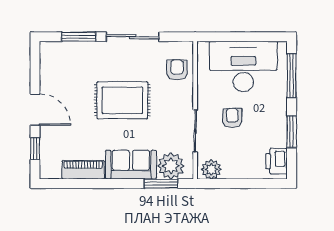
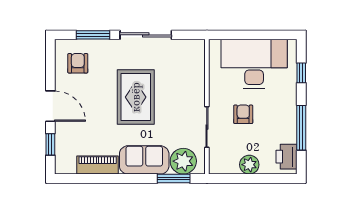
armchair: (177, 70) -> (78, 63), moved
window: (292, 76) -> (301, 73), width x0.46
rug: (122, 100) -> (136, 97), turned 90
window: (292, 132) -> (301, 128), width x1.44
plant: (211, 169) -> (249, 165), moved

